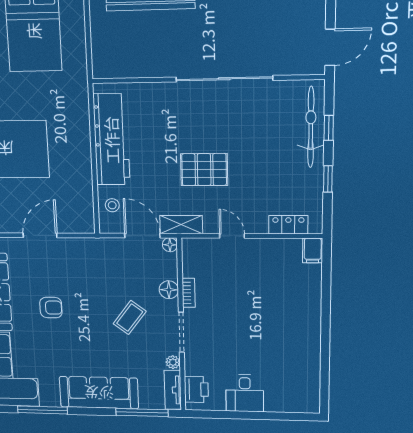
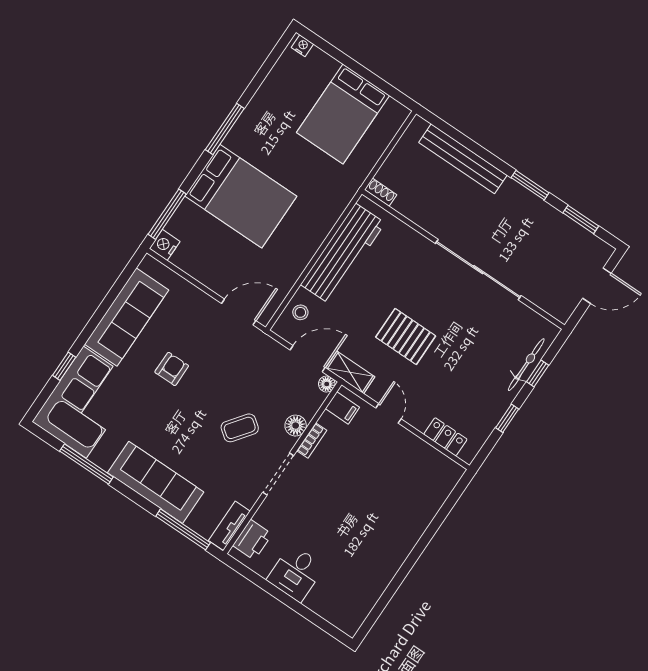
door: (330, 47) -> (597, 286), moved
shoe rack: (106, 72) -> (381, 192), added
bicycle: (311, 127) -> (526, 365), width x0.73, depth x0.71
door: (40, 235) -> (239, 312), moved
door: (142, 236) -> (308, 359), hinge flipped
filing cabinet: (313, 251) -> (342, 408), moved, turned -90
armchair: (51, 308) -> (172, 369), turned -90
plant: (173, 362) -> (249, 498), removed

